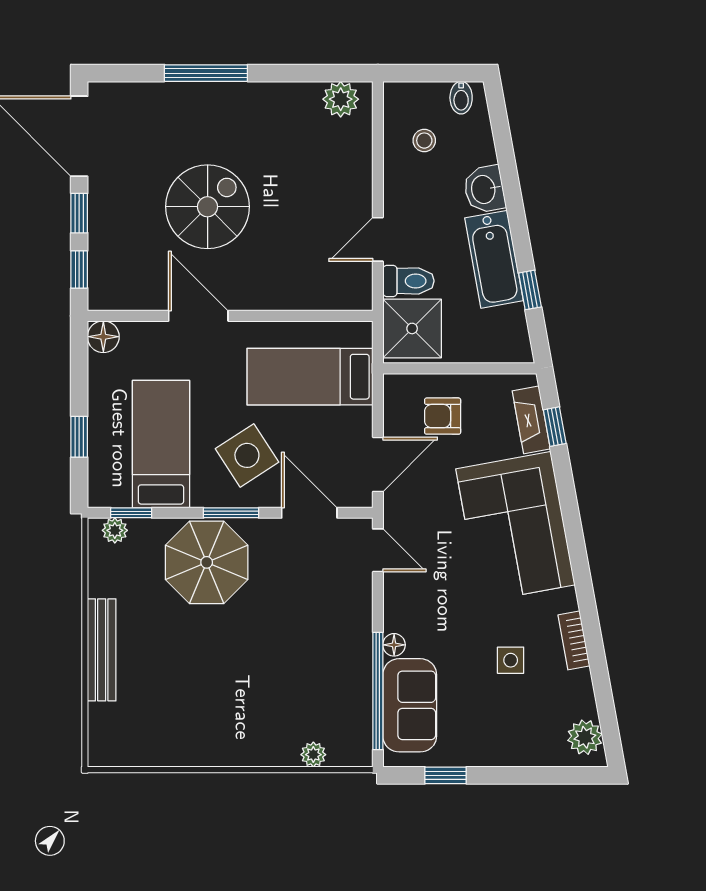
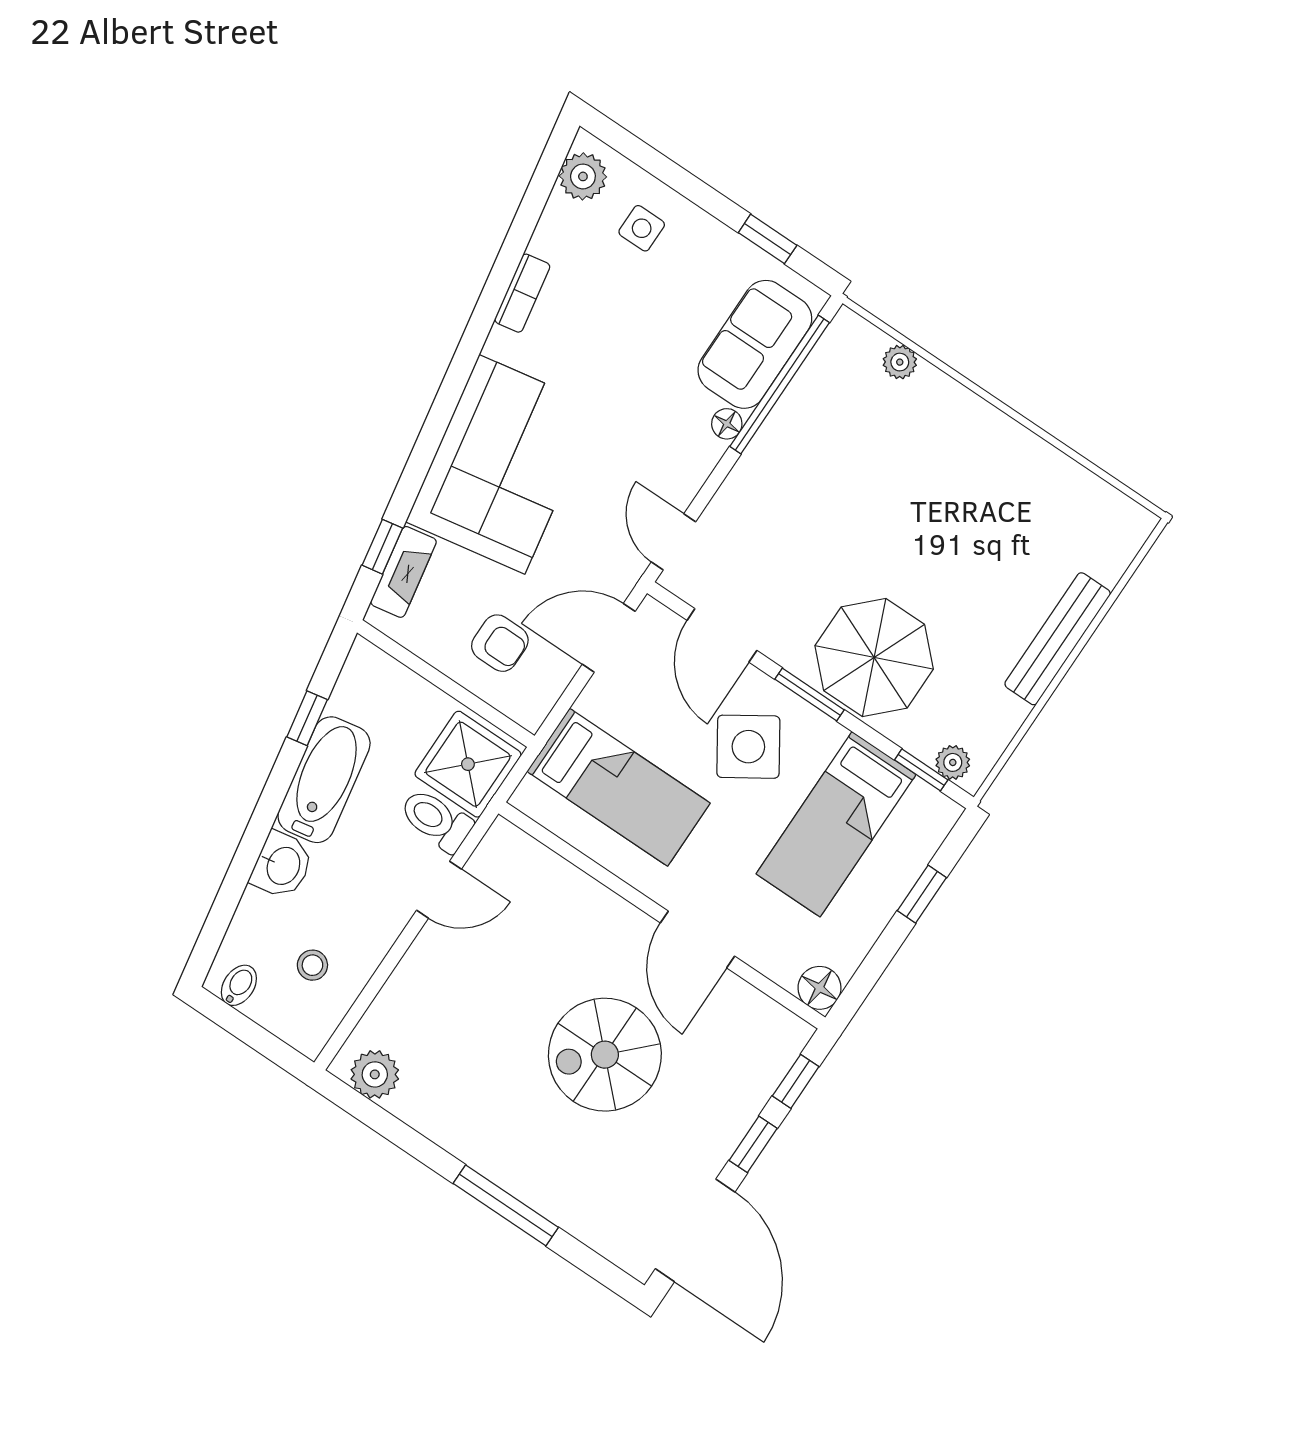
side table: (511, 660) -> (642, 228), moved

